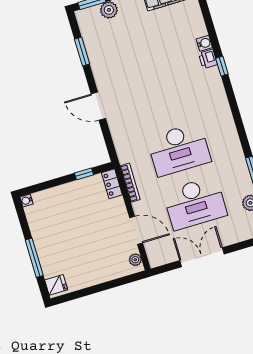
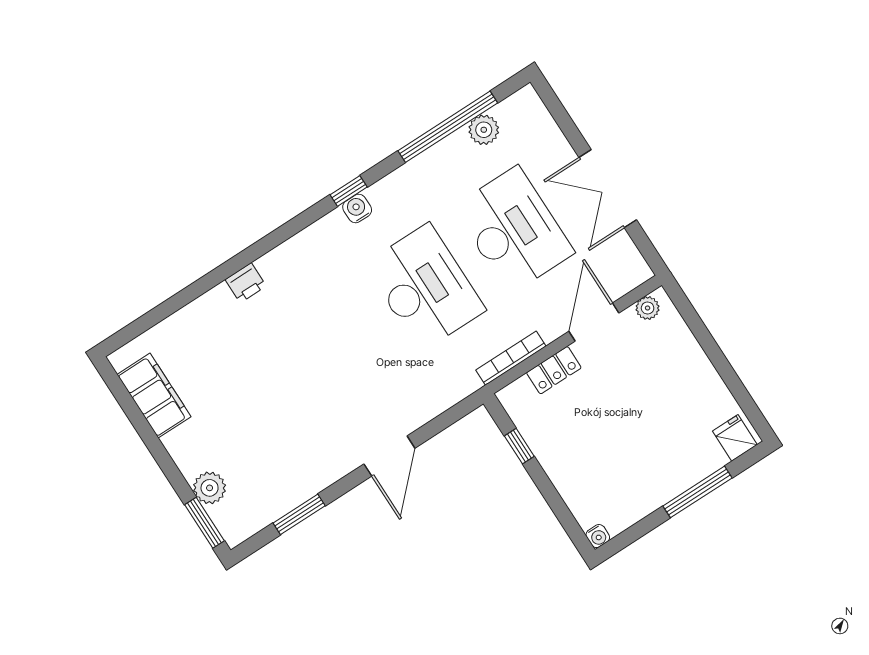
water cooler: (204, 43) -> (357, 209), moved
window: (222, 66) -> (349, 191), moved
locker: (112, 184) -> (554, 370), moved

